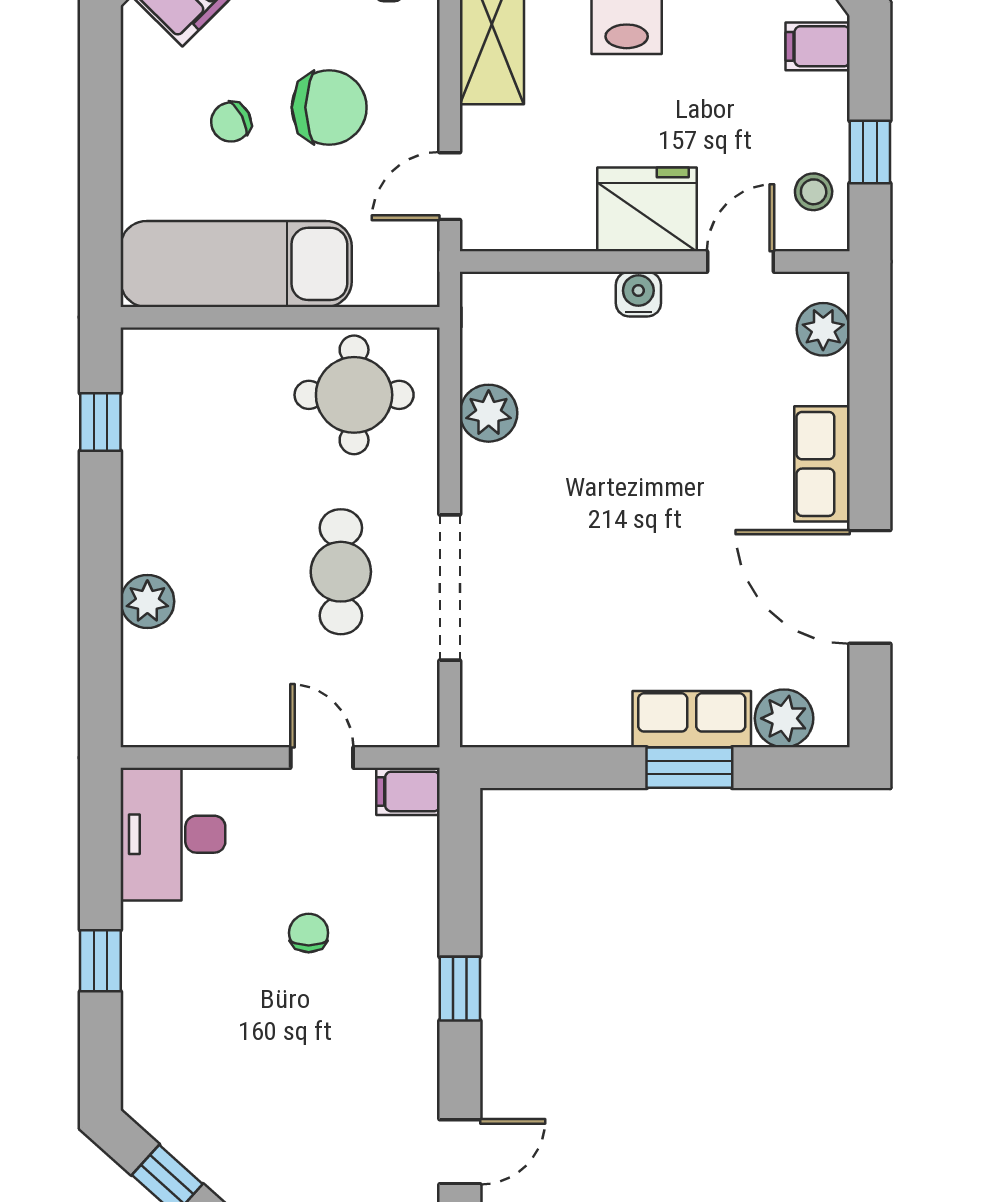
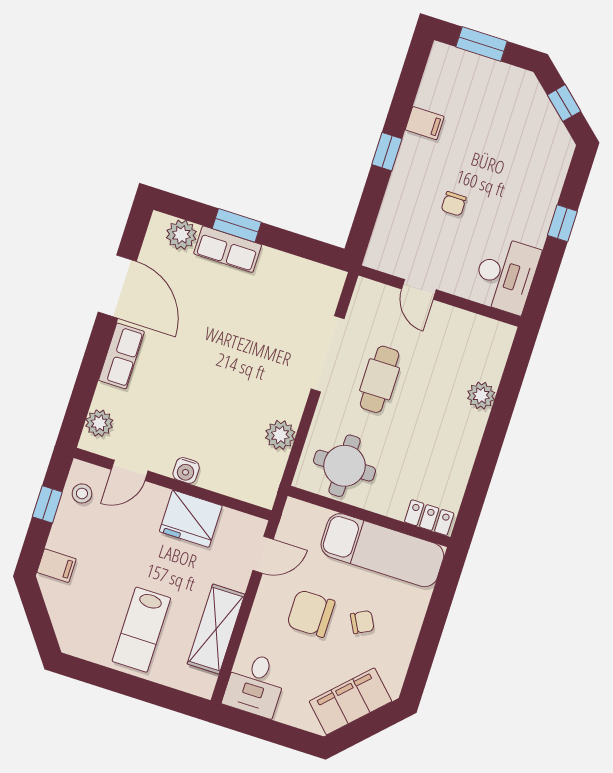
fridge: (647, 209) -> (191, 519), moved
locker: (170, 350) -> (429, 518), added
window: (100, 422) -> (476, 493), removed
filing cabinet: (408, 791) -> (425, 123), moved
door: (460, 1152) -> (413, 70), removed

